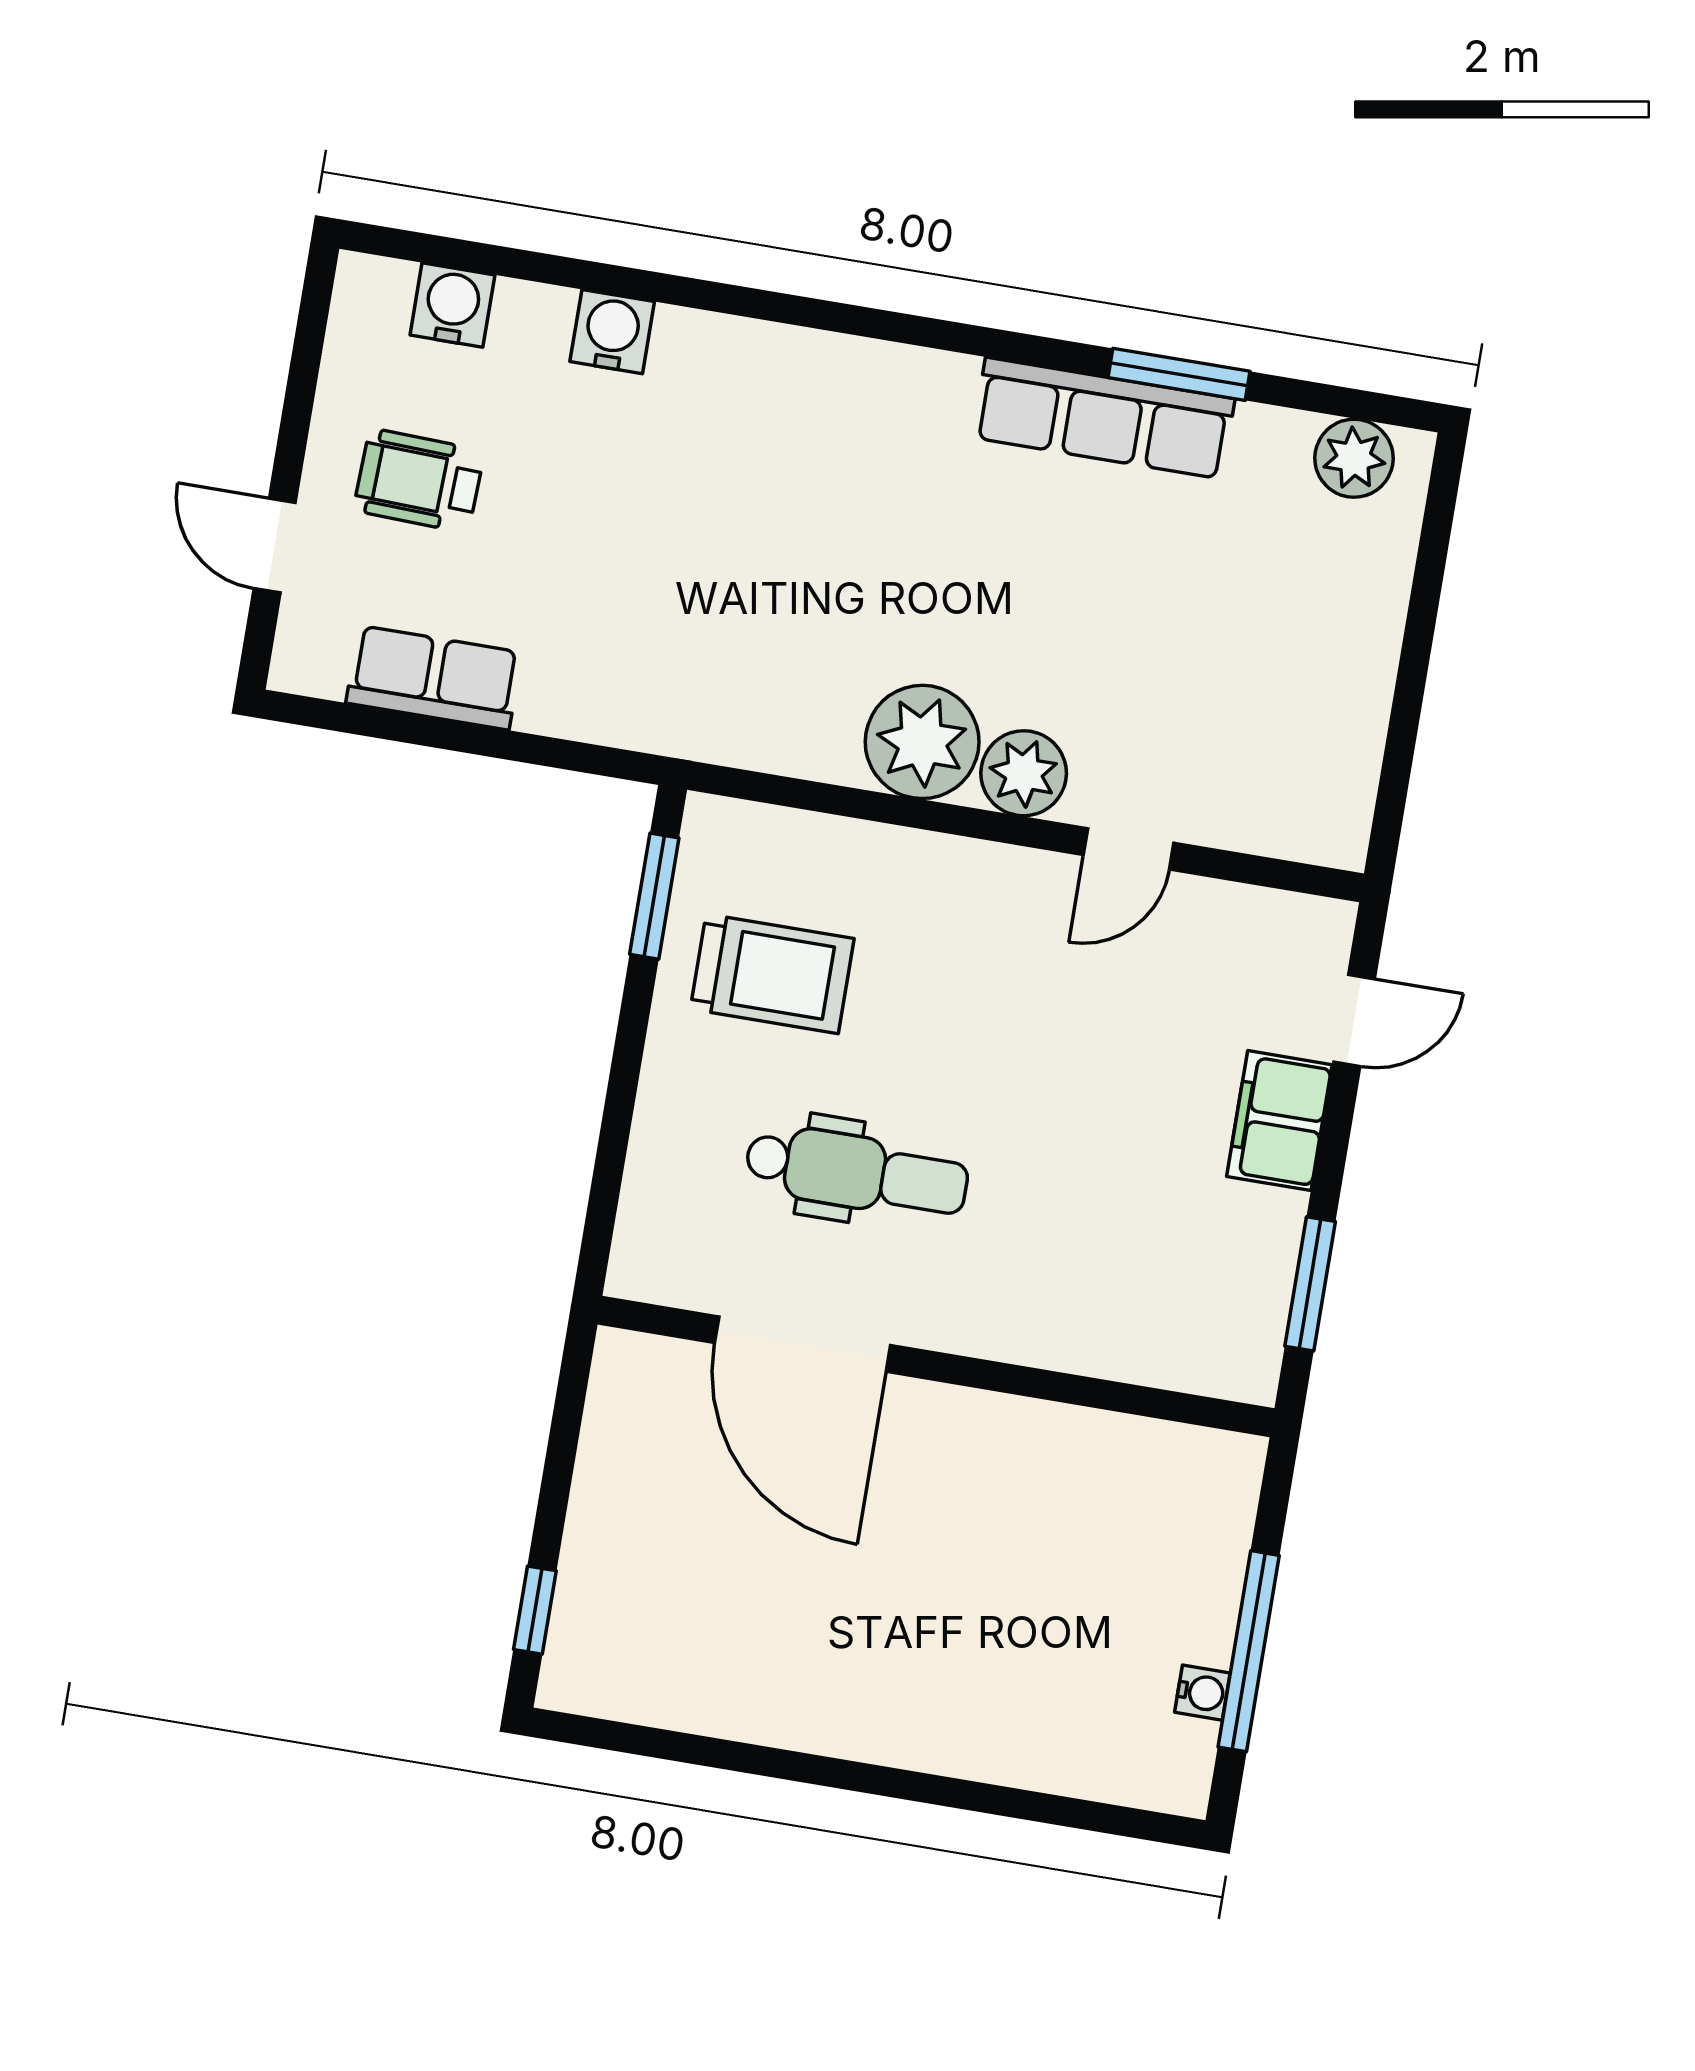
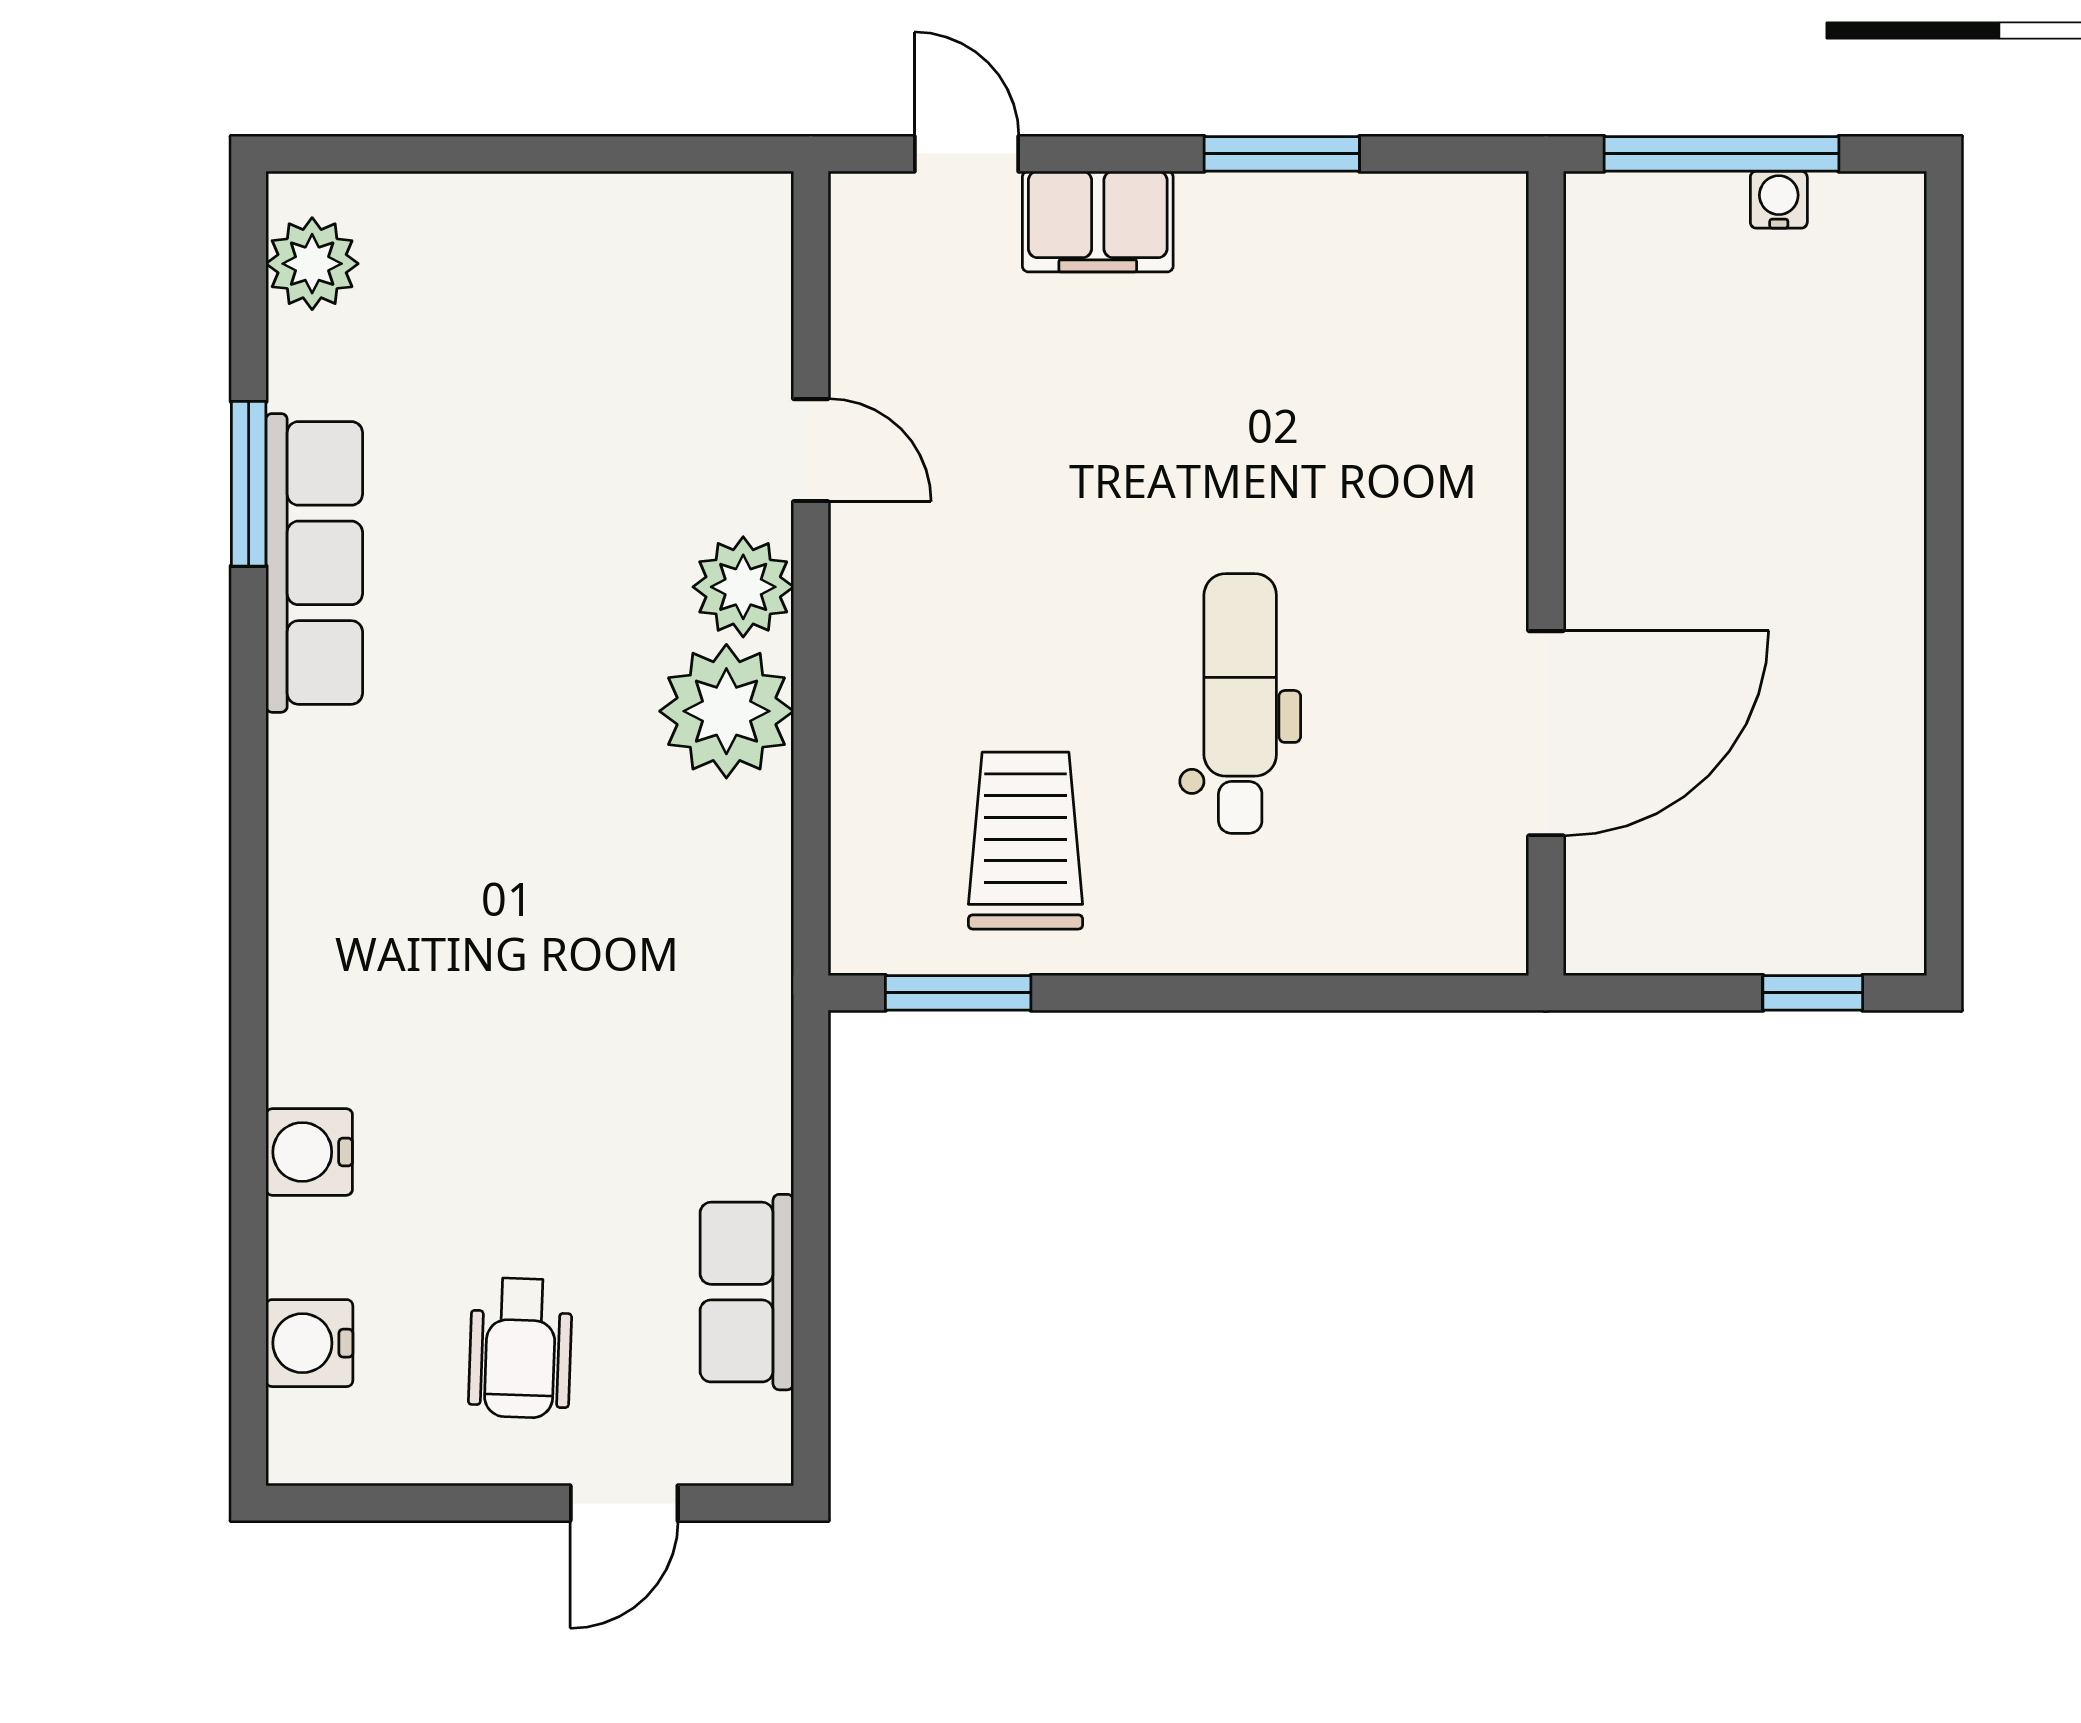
door: (802, 1344) -> (1546, 733), moved
wall: (936, 1366) -> (1546, 573), moved

